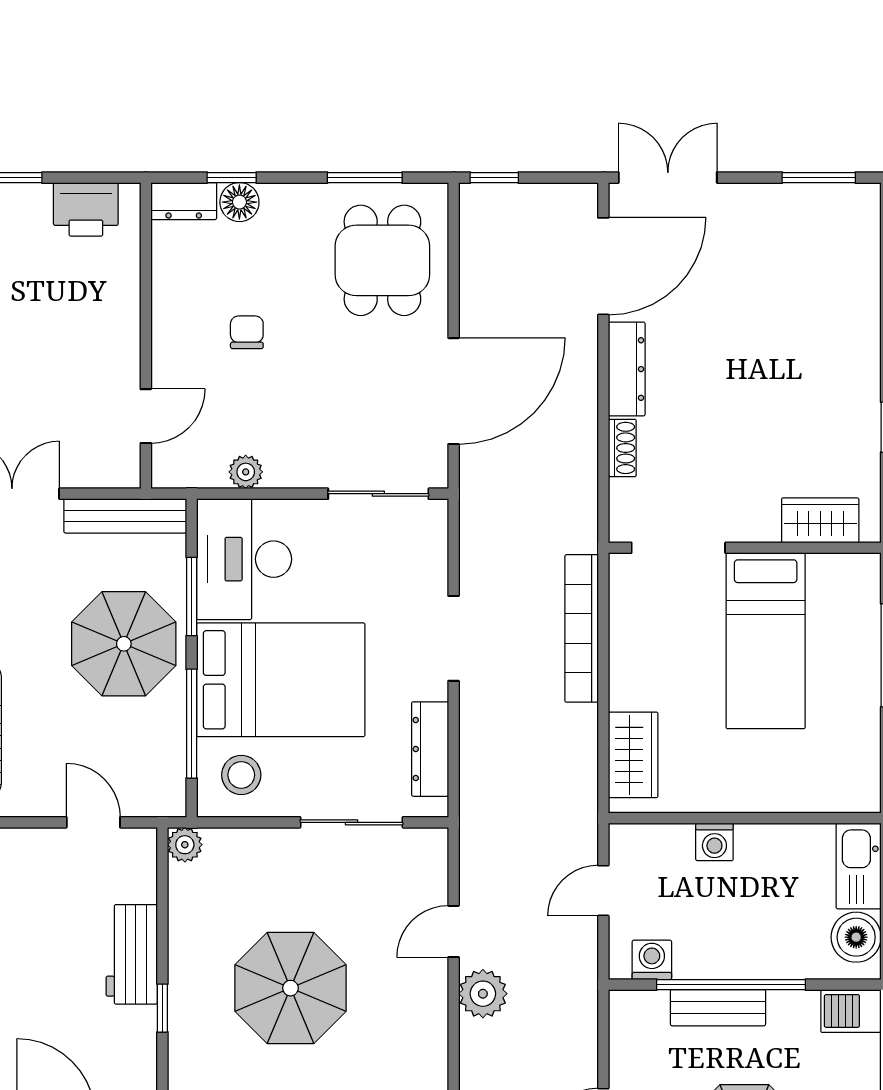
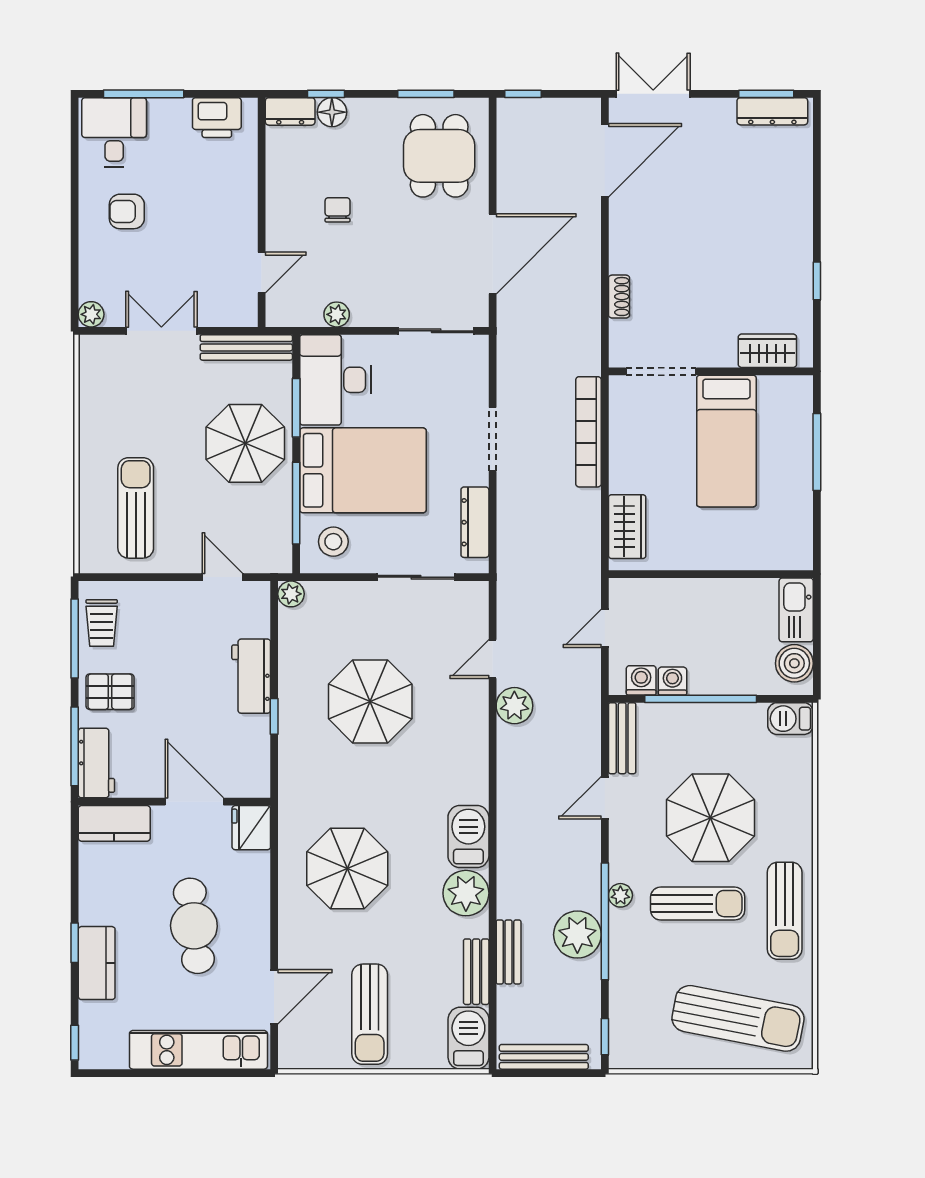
dresser: (627, 369) -> (772, 111), moved, turned 90
washing machine: (714, 842) -> (672, 681), moved, turned 180
bench: (718, 1008) -> (622, 738), moved, turned 90

